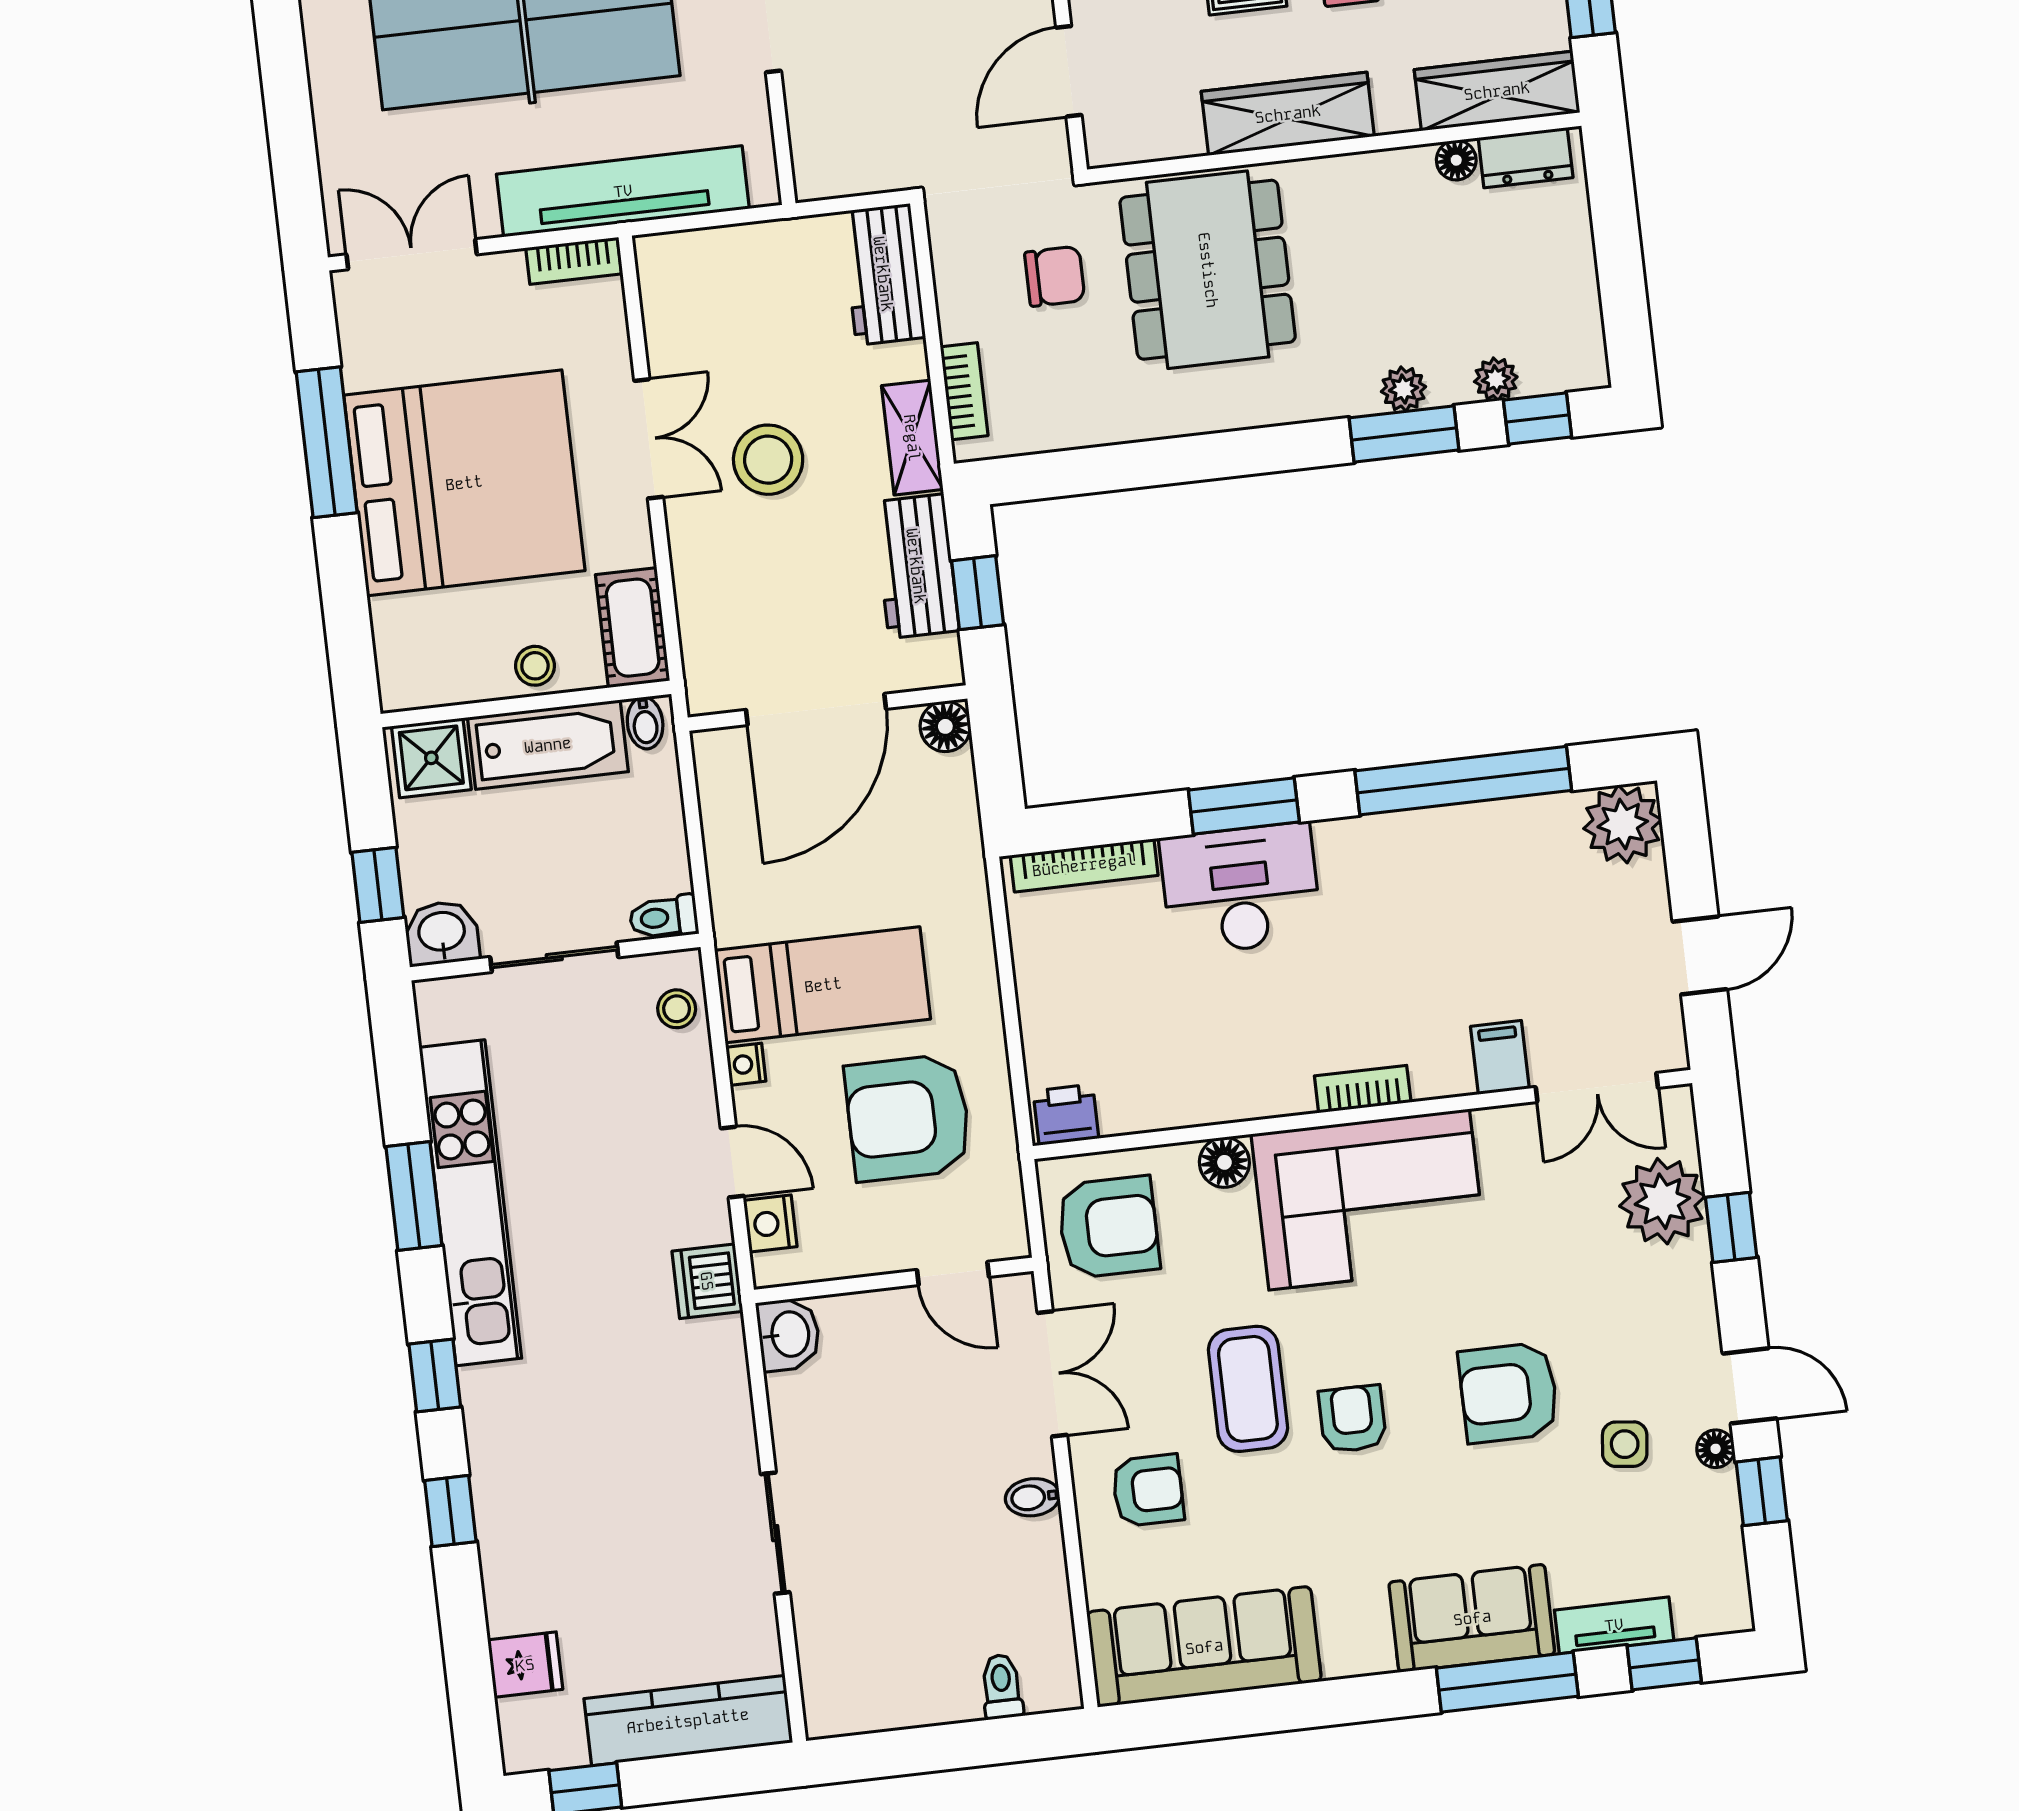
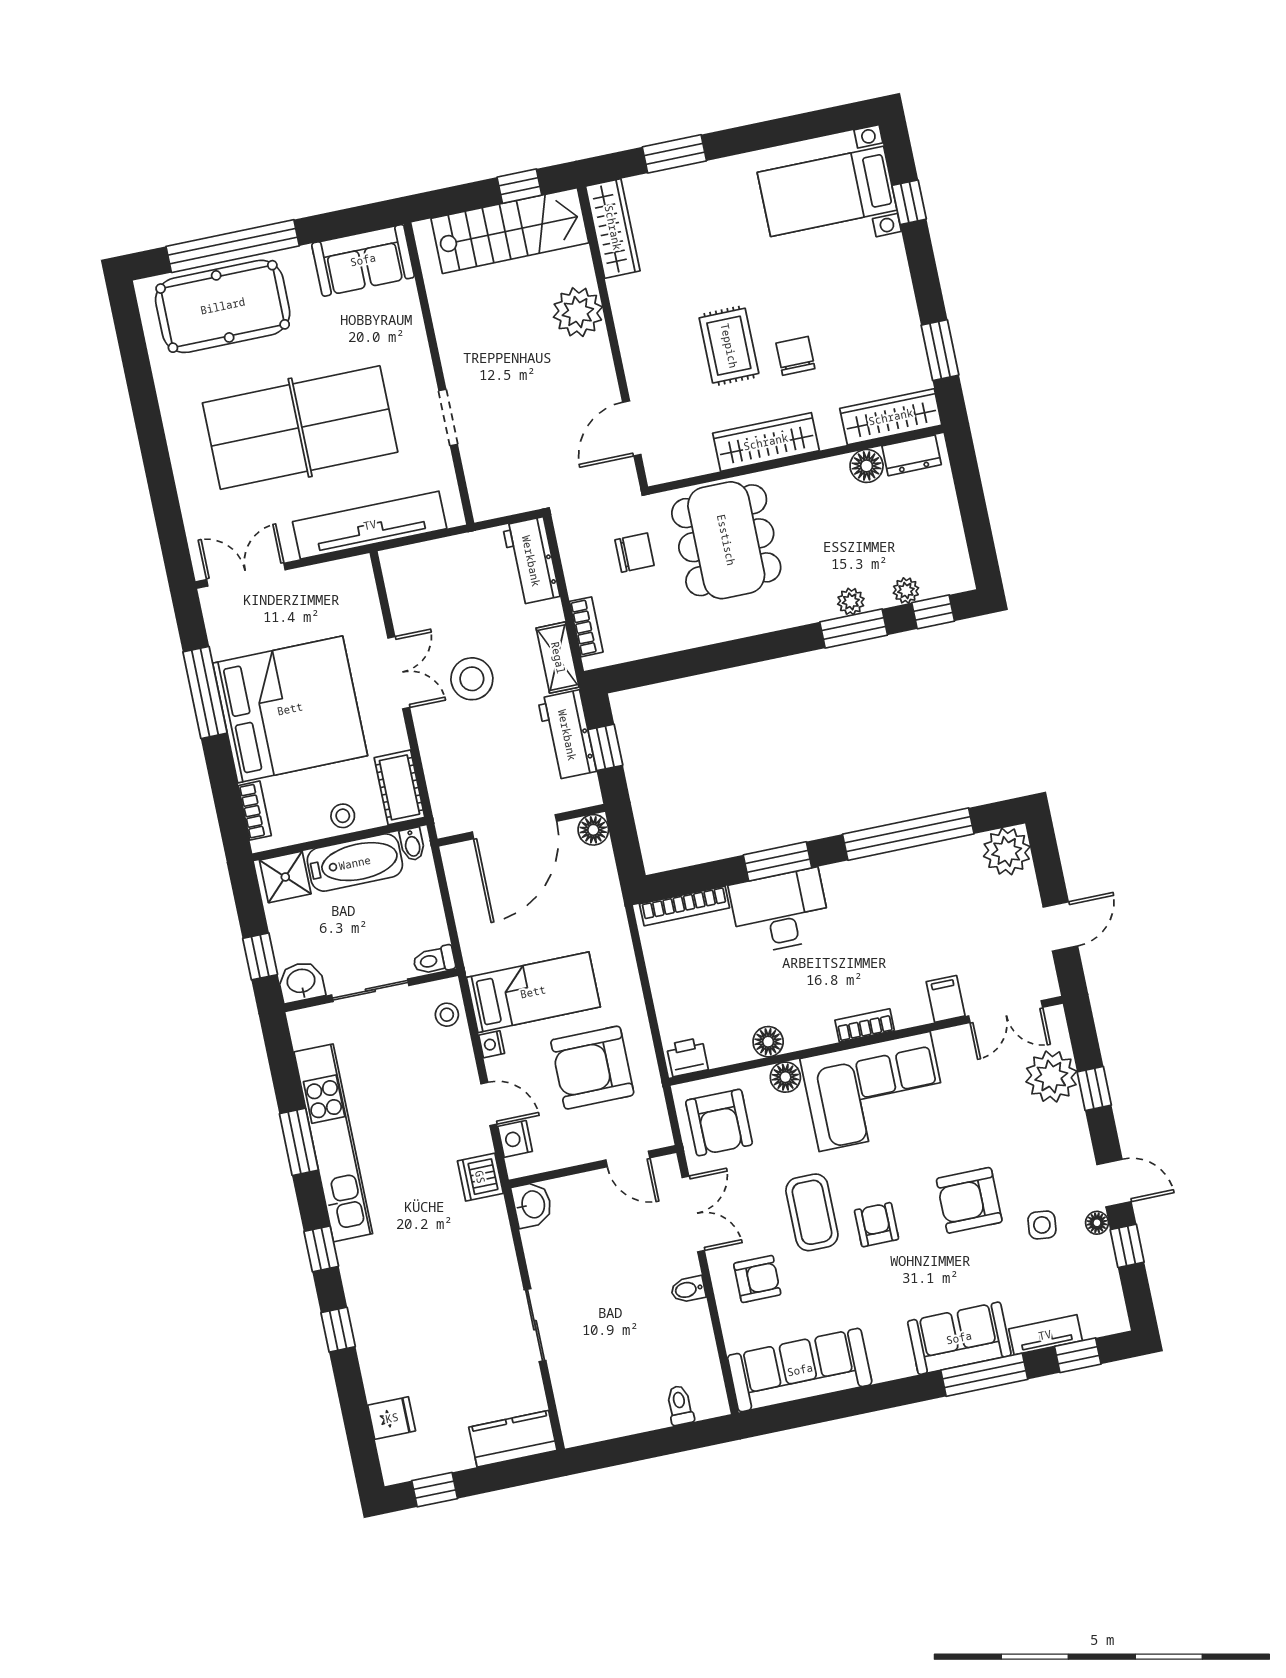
floor lamp: (1456, 160) -> (867, 466), width x1.37, depth x1.37
bookcase: (574, 261) -> (255, 811), moved, turned -90
floor lamp: (1201, 1101) -> (768, 1042), added
armchair: (1108, 1227) -> (719, 1123), turned 90
kitchen counter: (688, 1721) -> (513, 1439), width x0.67

